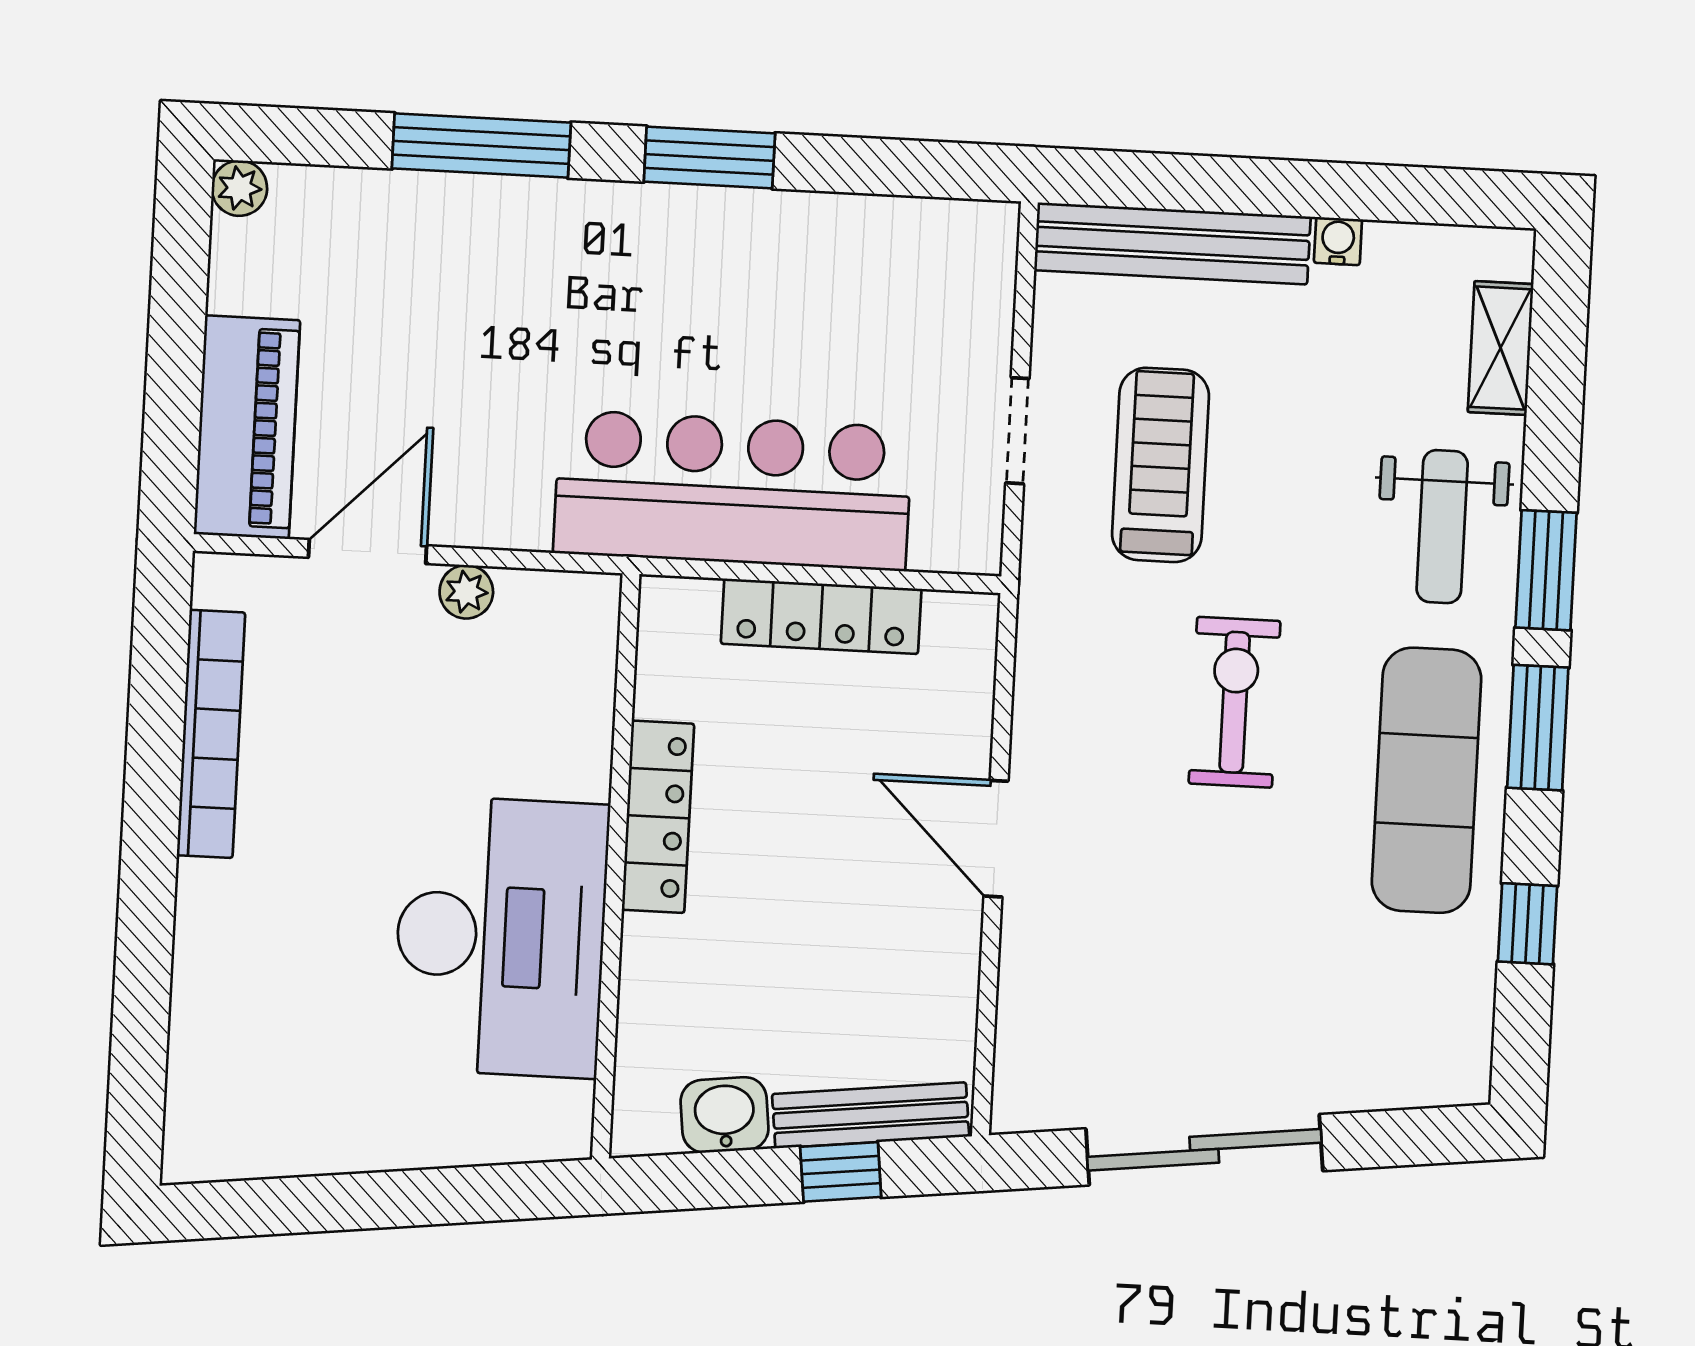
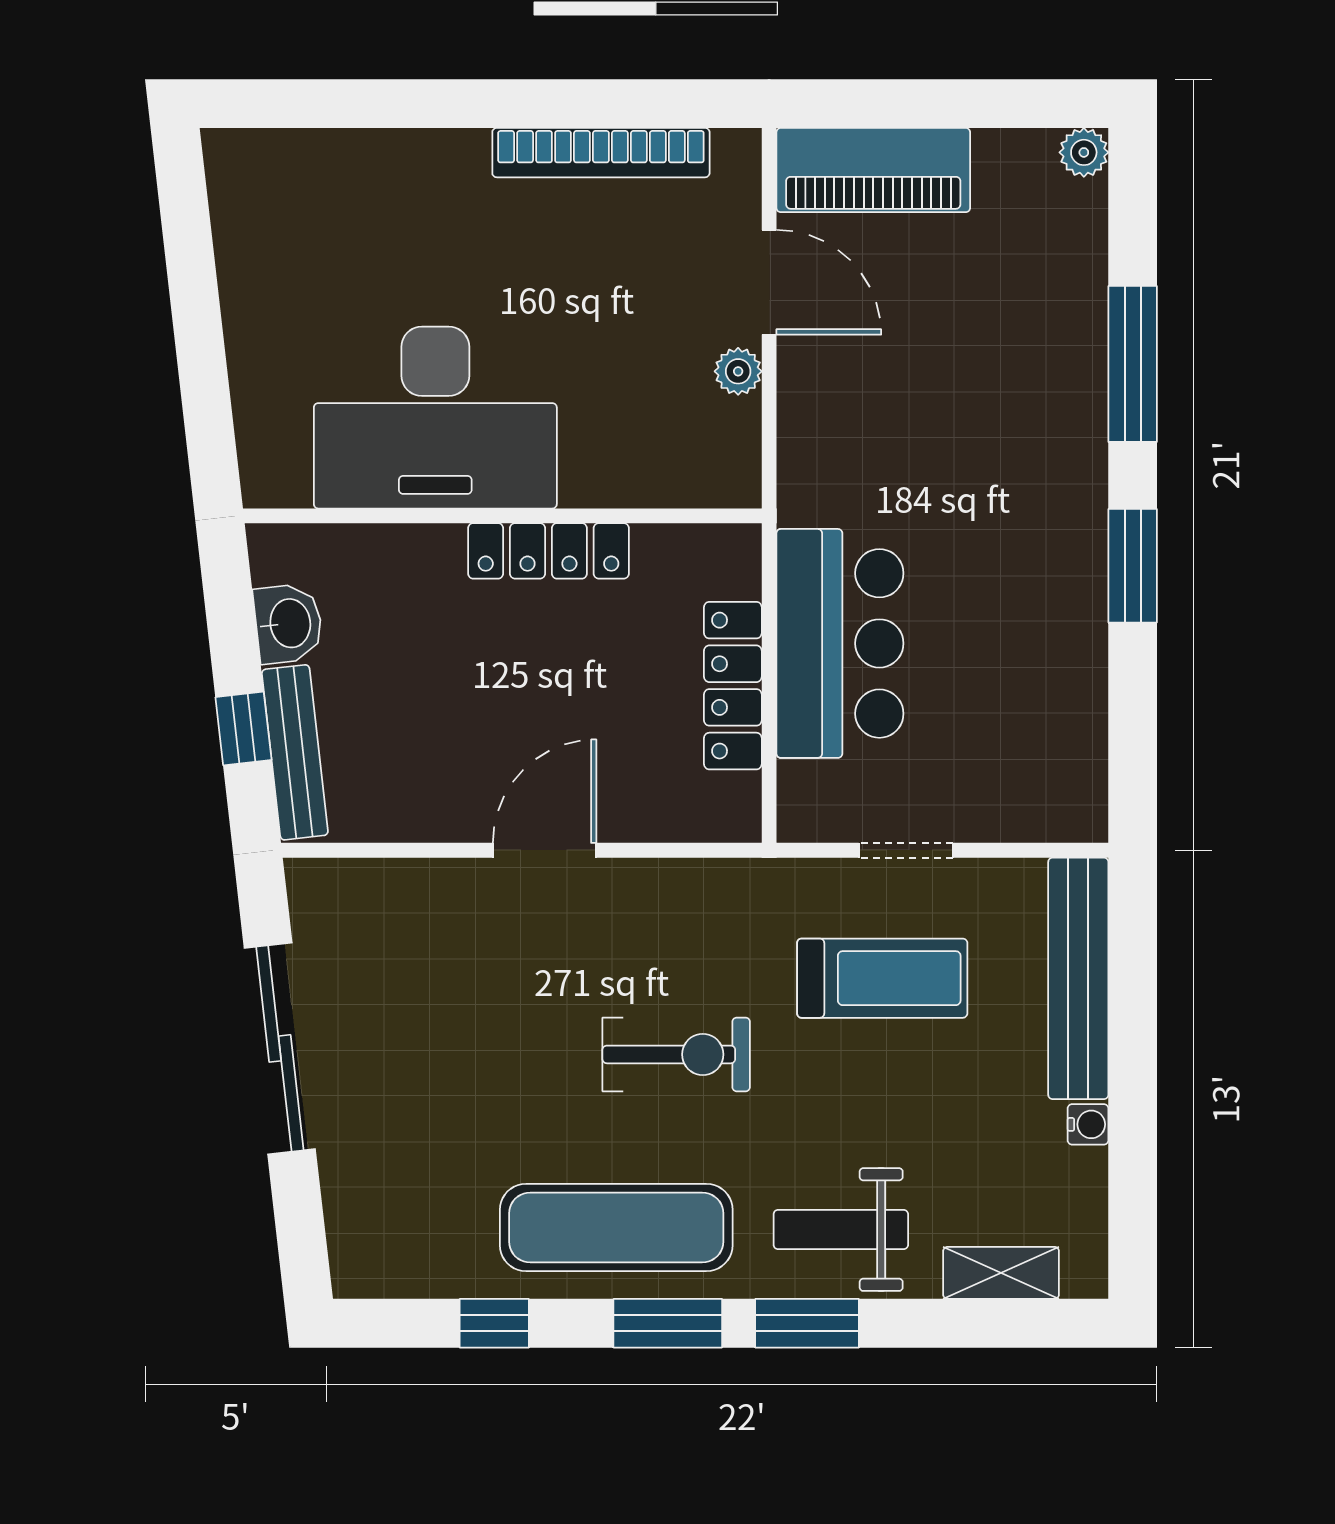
bar counter: (733, 490) -> (840, 643), width x0.73

